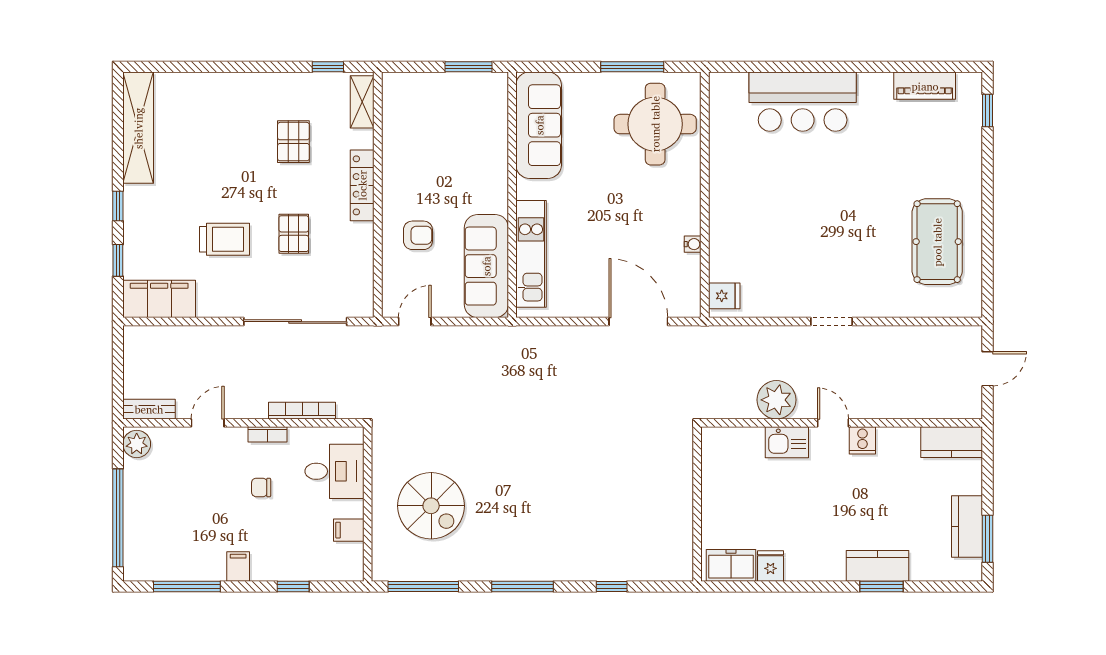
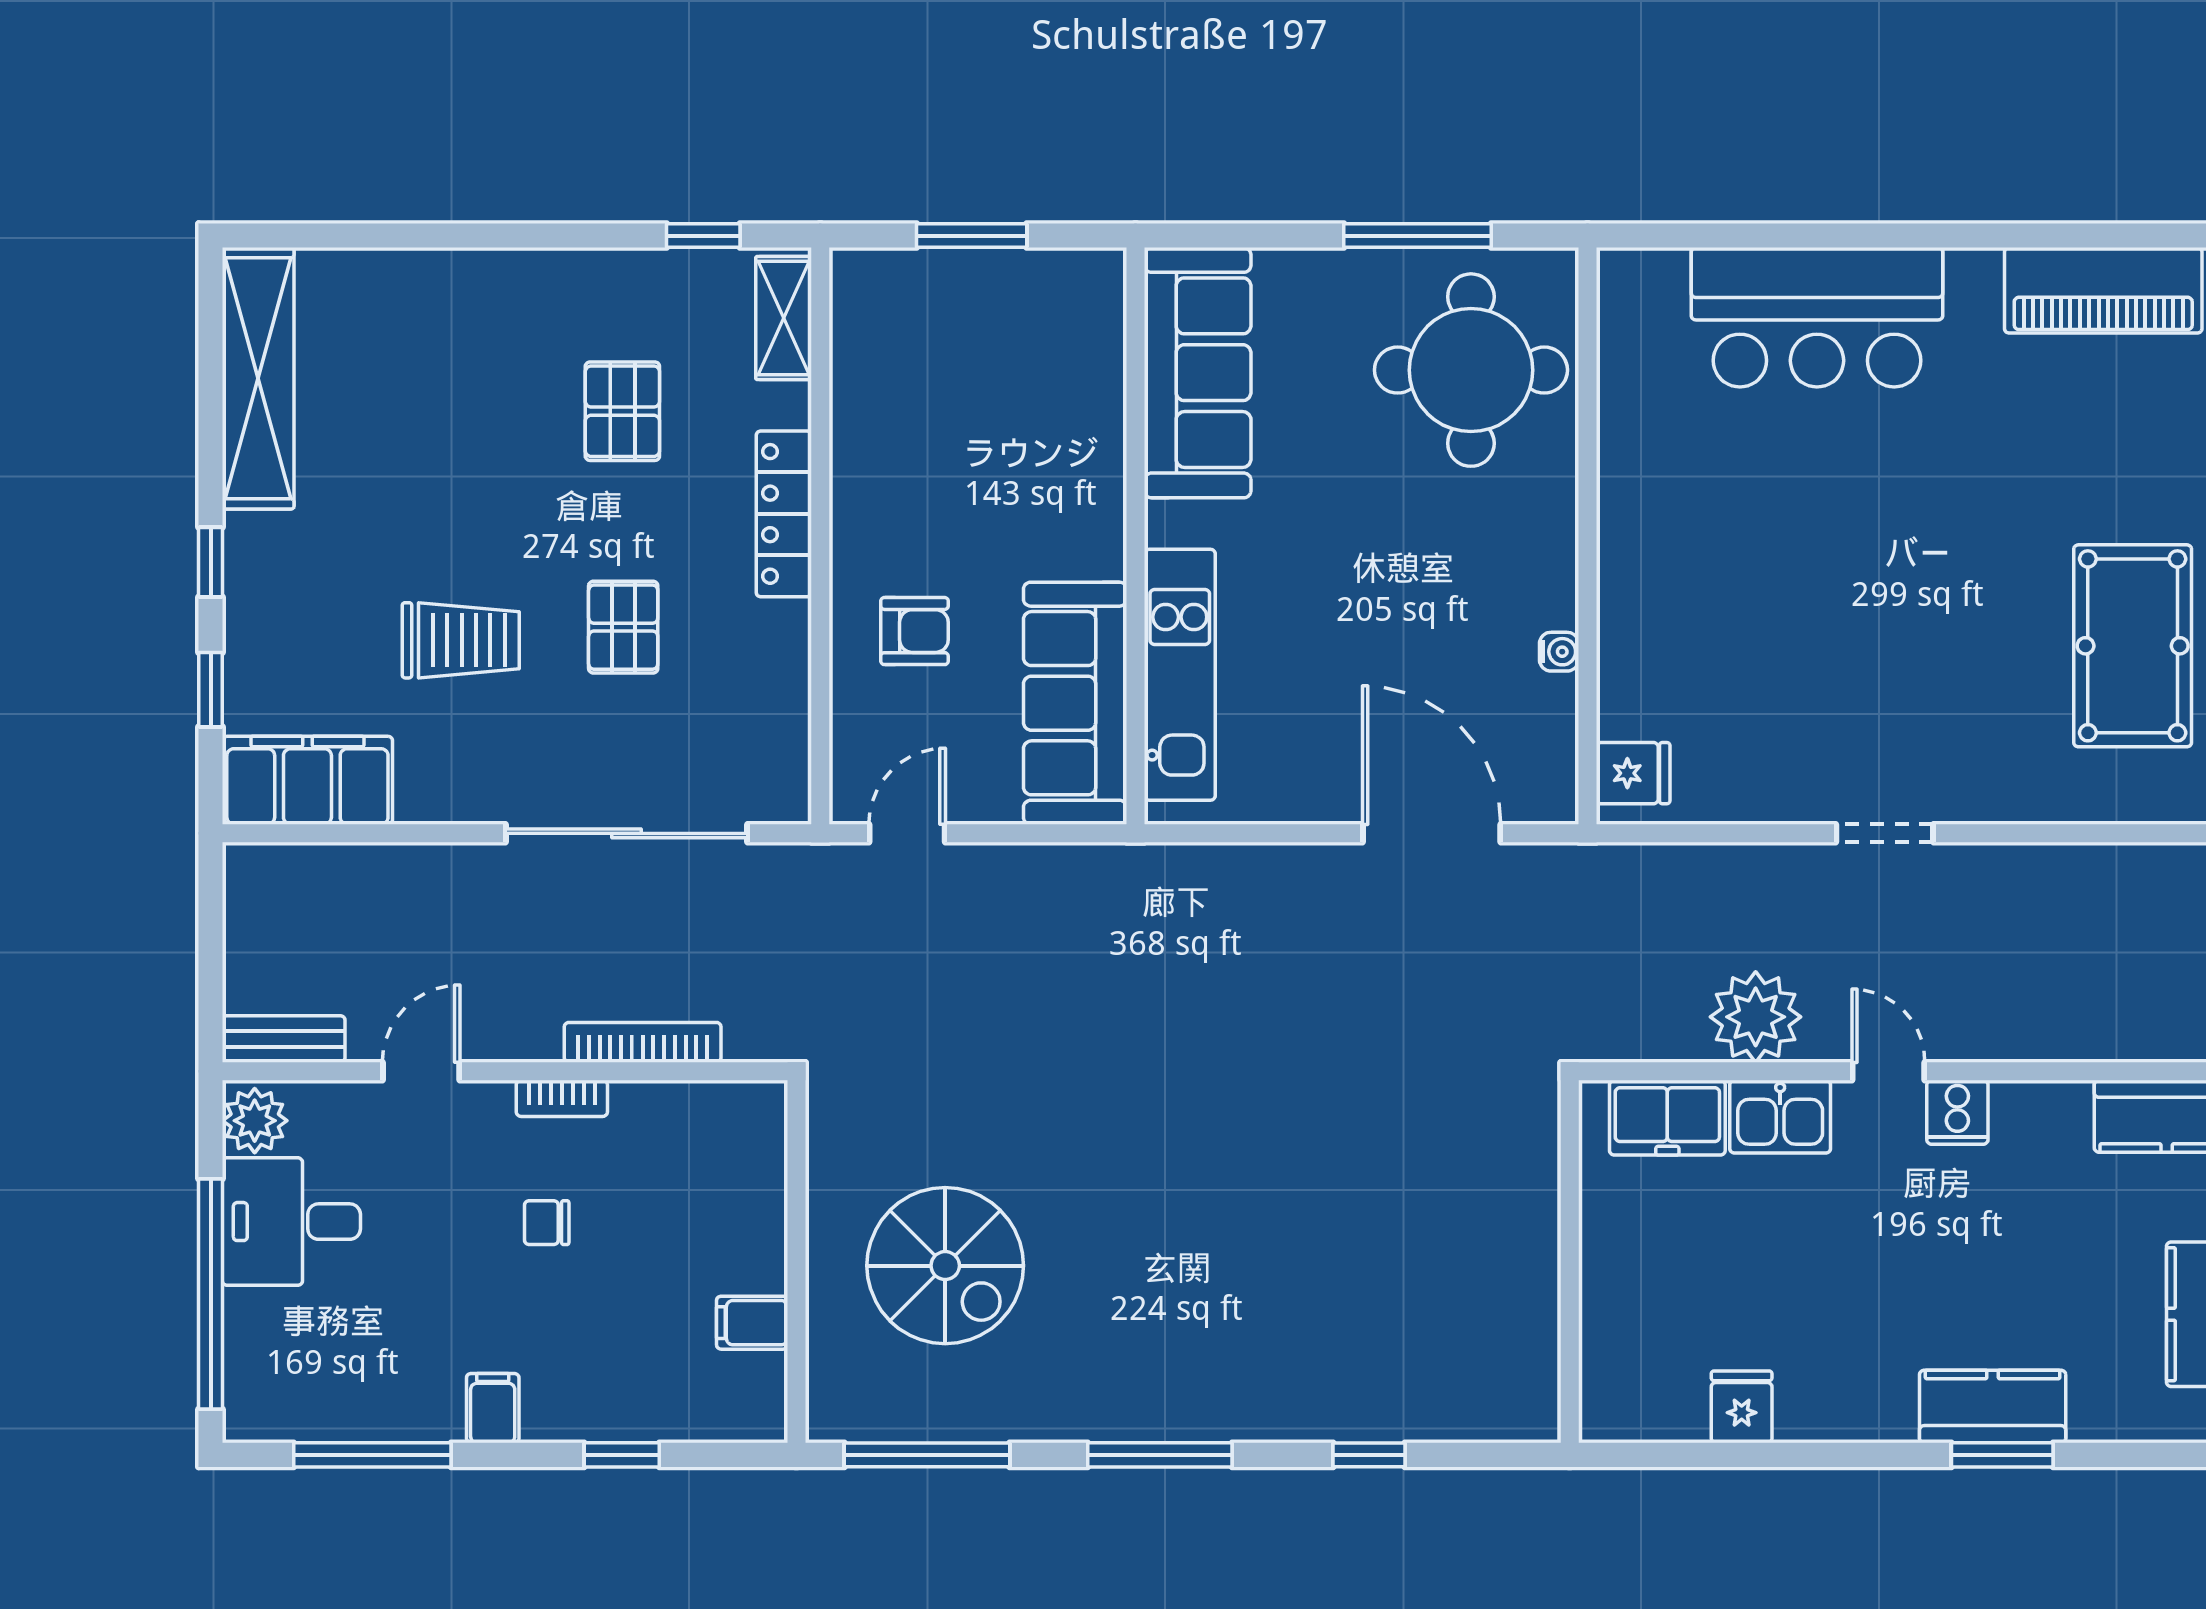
window: (468, 67) -> (972, 236), moved
piano: (925, 86) -> (2103, 290), width x1.37, depth x1.33
desk: (334, 471) -> (291, 1222), moved, turned 180
freezer: (731, 565) -> (1667, 1118), moved, turned 180

